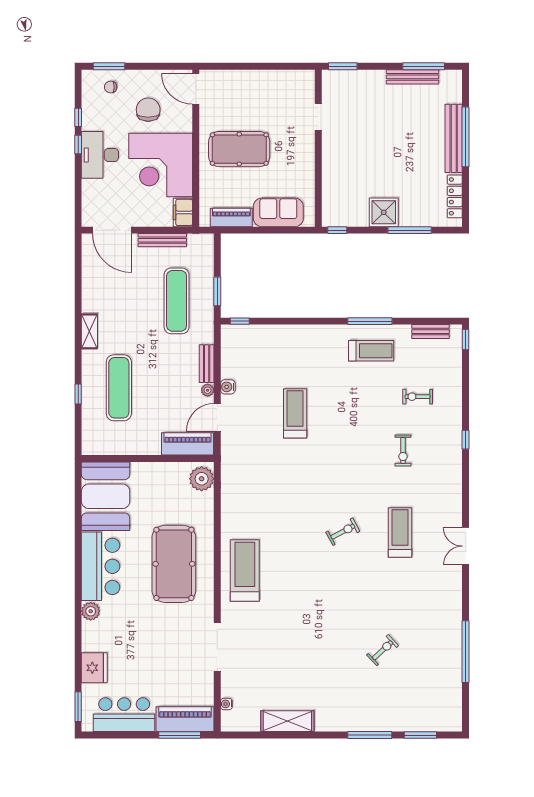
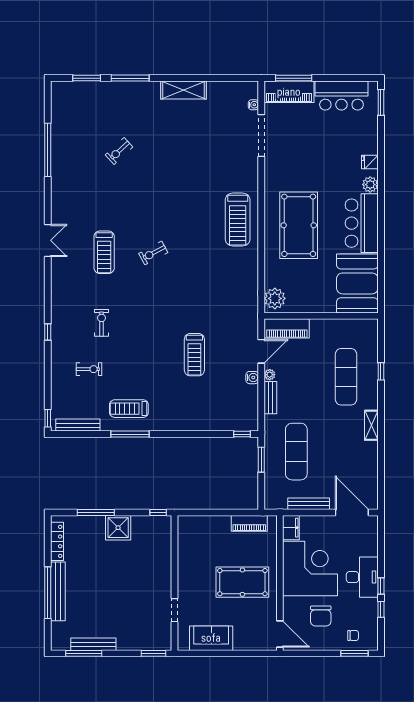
sofa: (278, 212) -> (211, 638), moved, turned 180
bench: (430, 332) -> (78, 425), width x1.36
doorway: (217, 647) -> (261, 135), moved
fridge: (94, 668) -> (370, 162), moved, width x0.53, depth x0.75
shelving: (287, 721) -> (183, 90), moved

